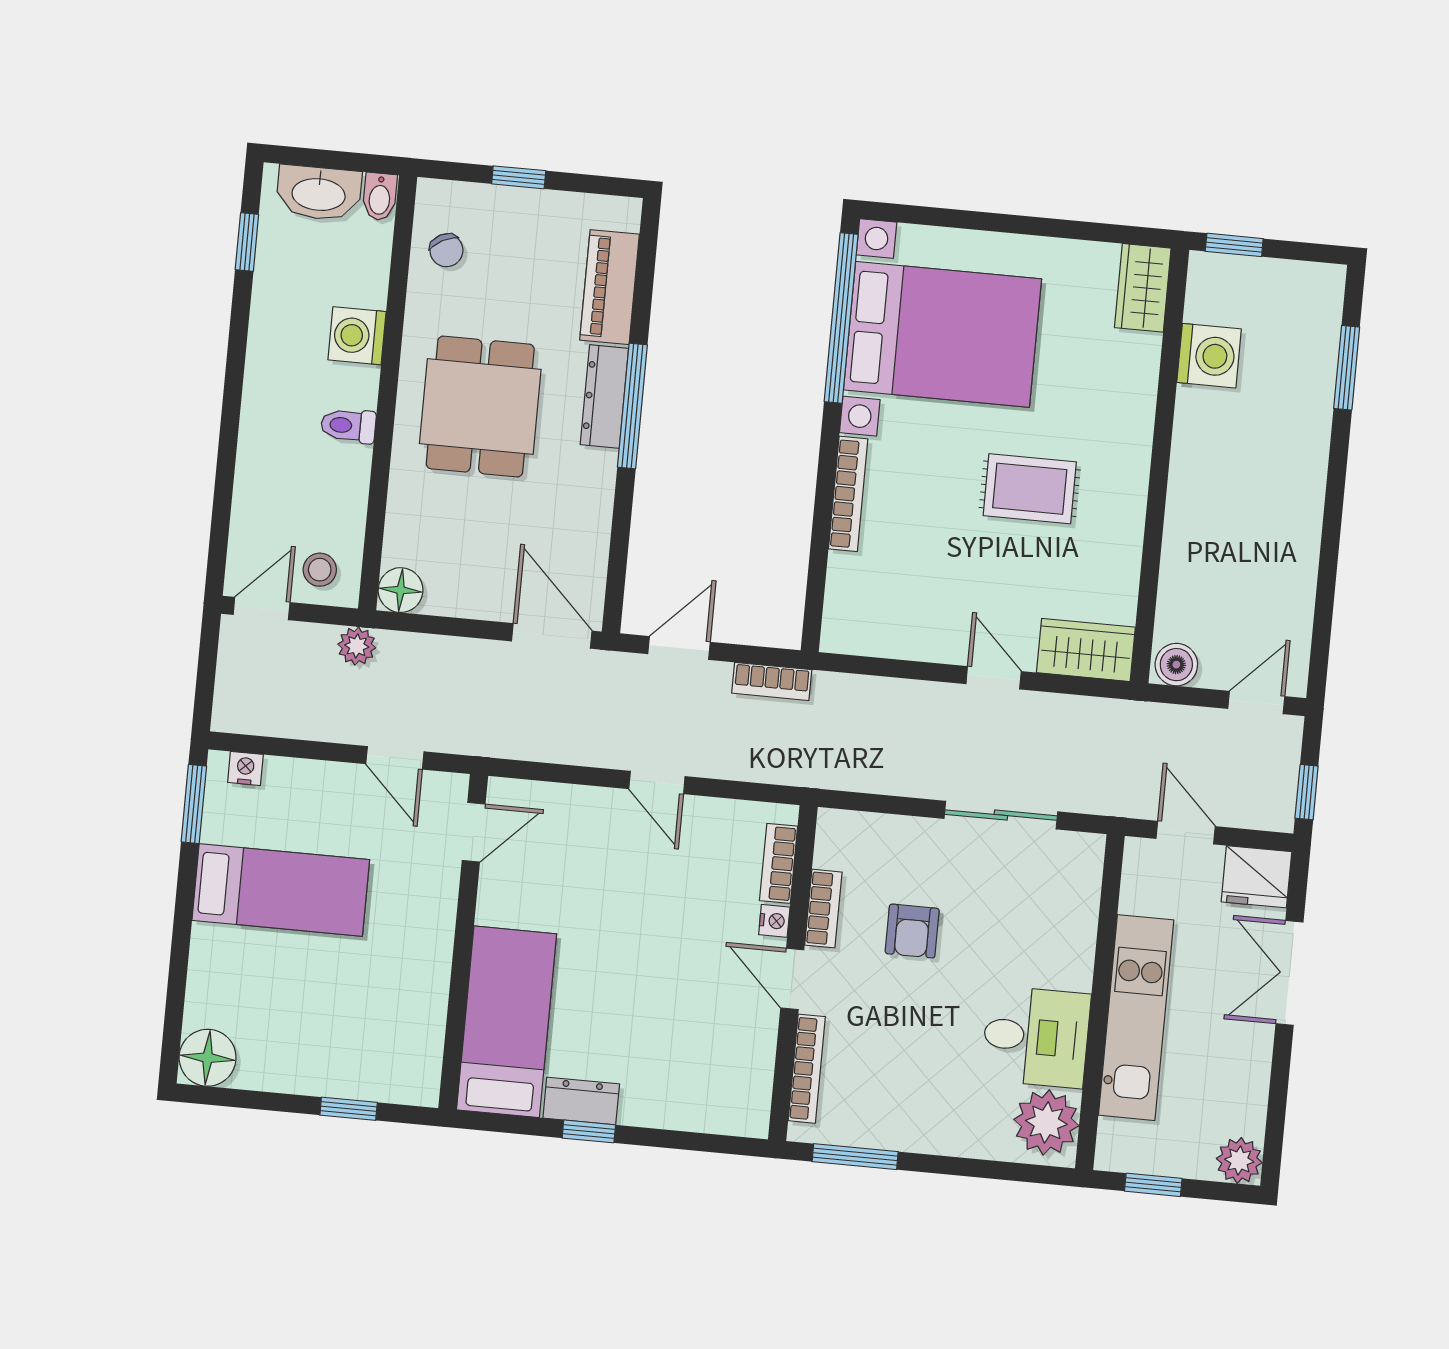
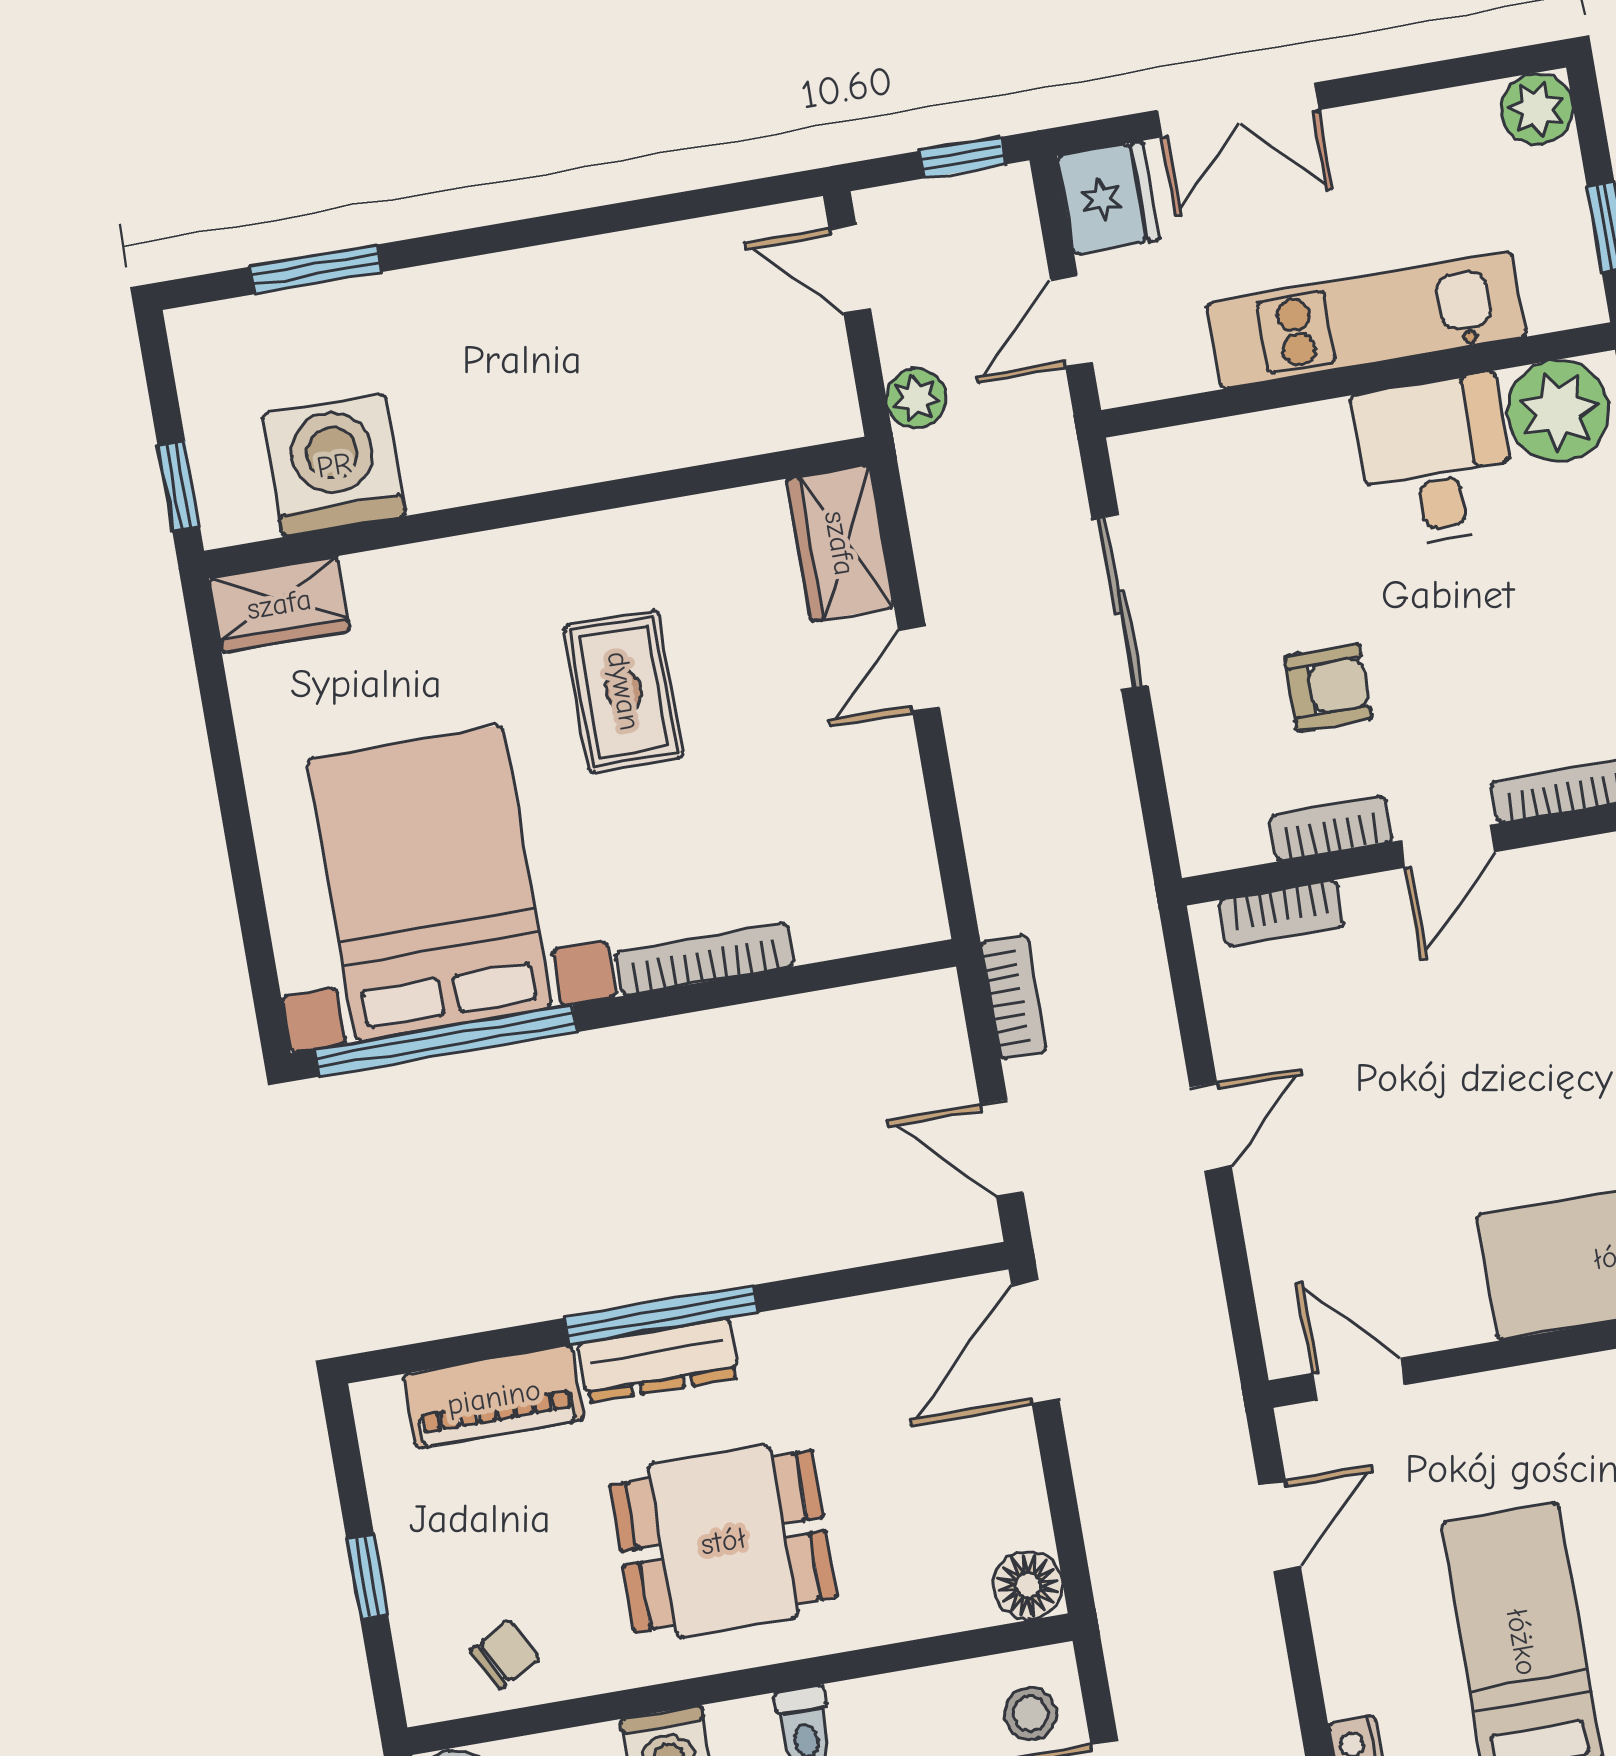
washing machine: (1209, 356) -> (334, 465), width x1.37, depth x1.37
plant: (357, 646) -> (917, 398), moved
boiler: (1176, 665) -> (826, 403), removed
nightstand: (774, 921) -> (1369, 897), removed

